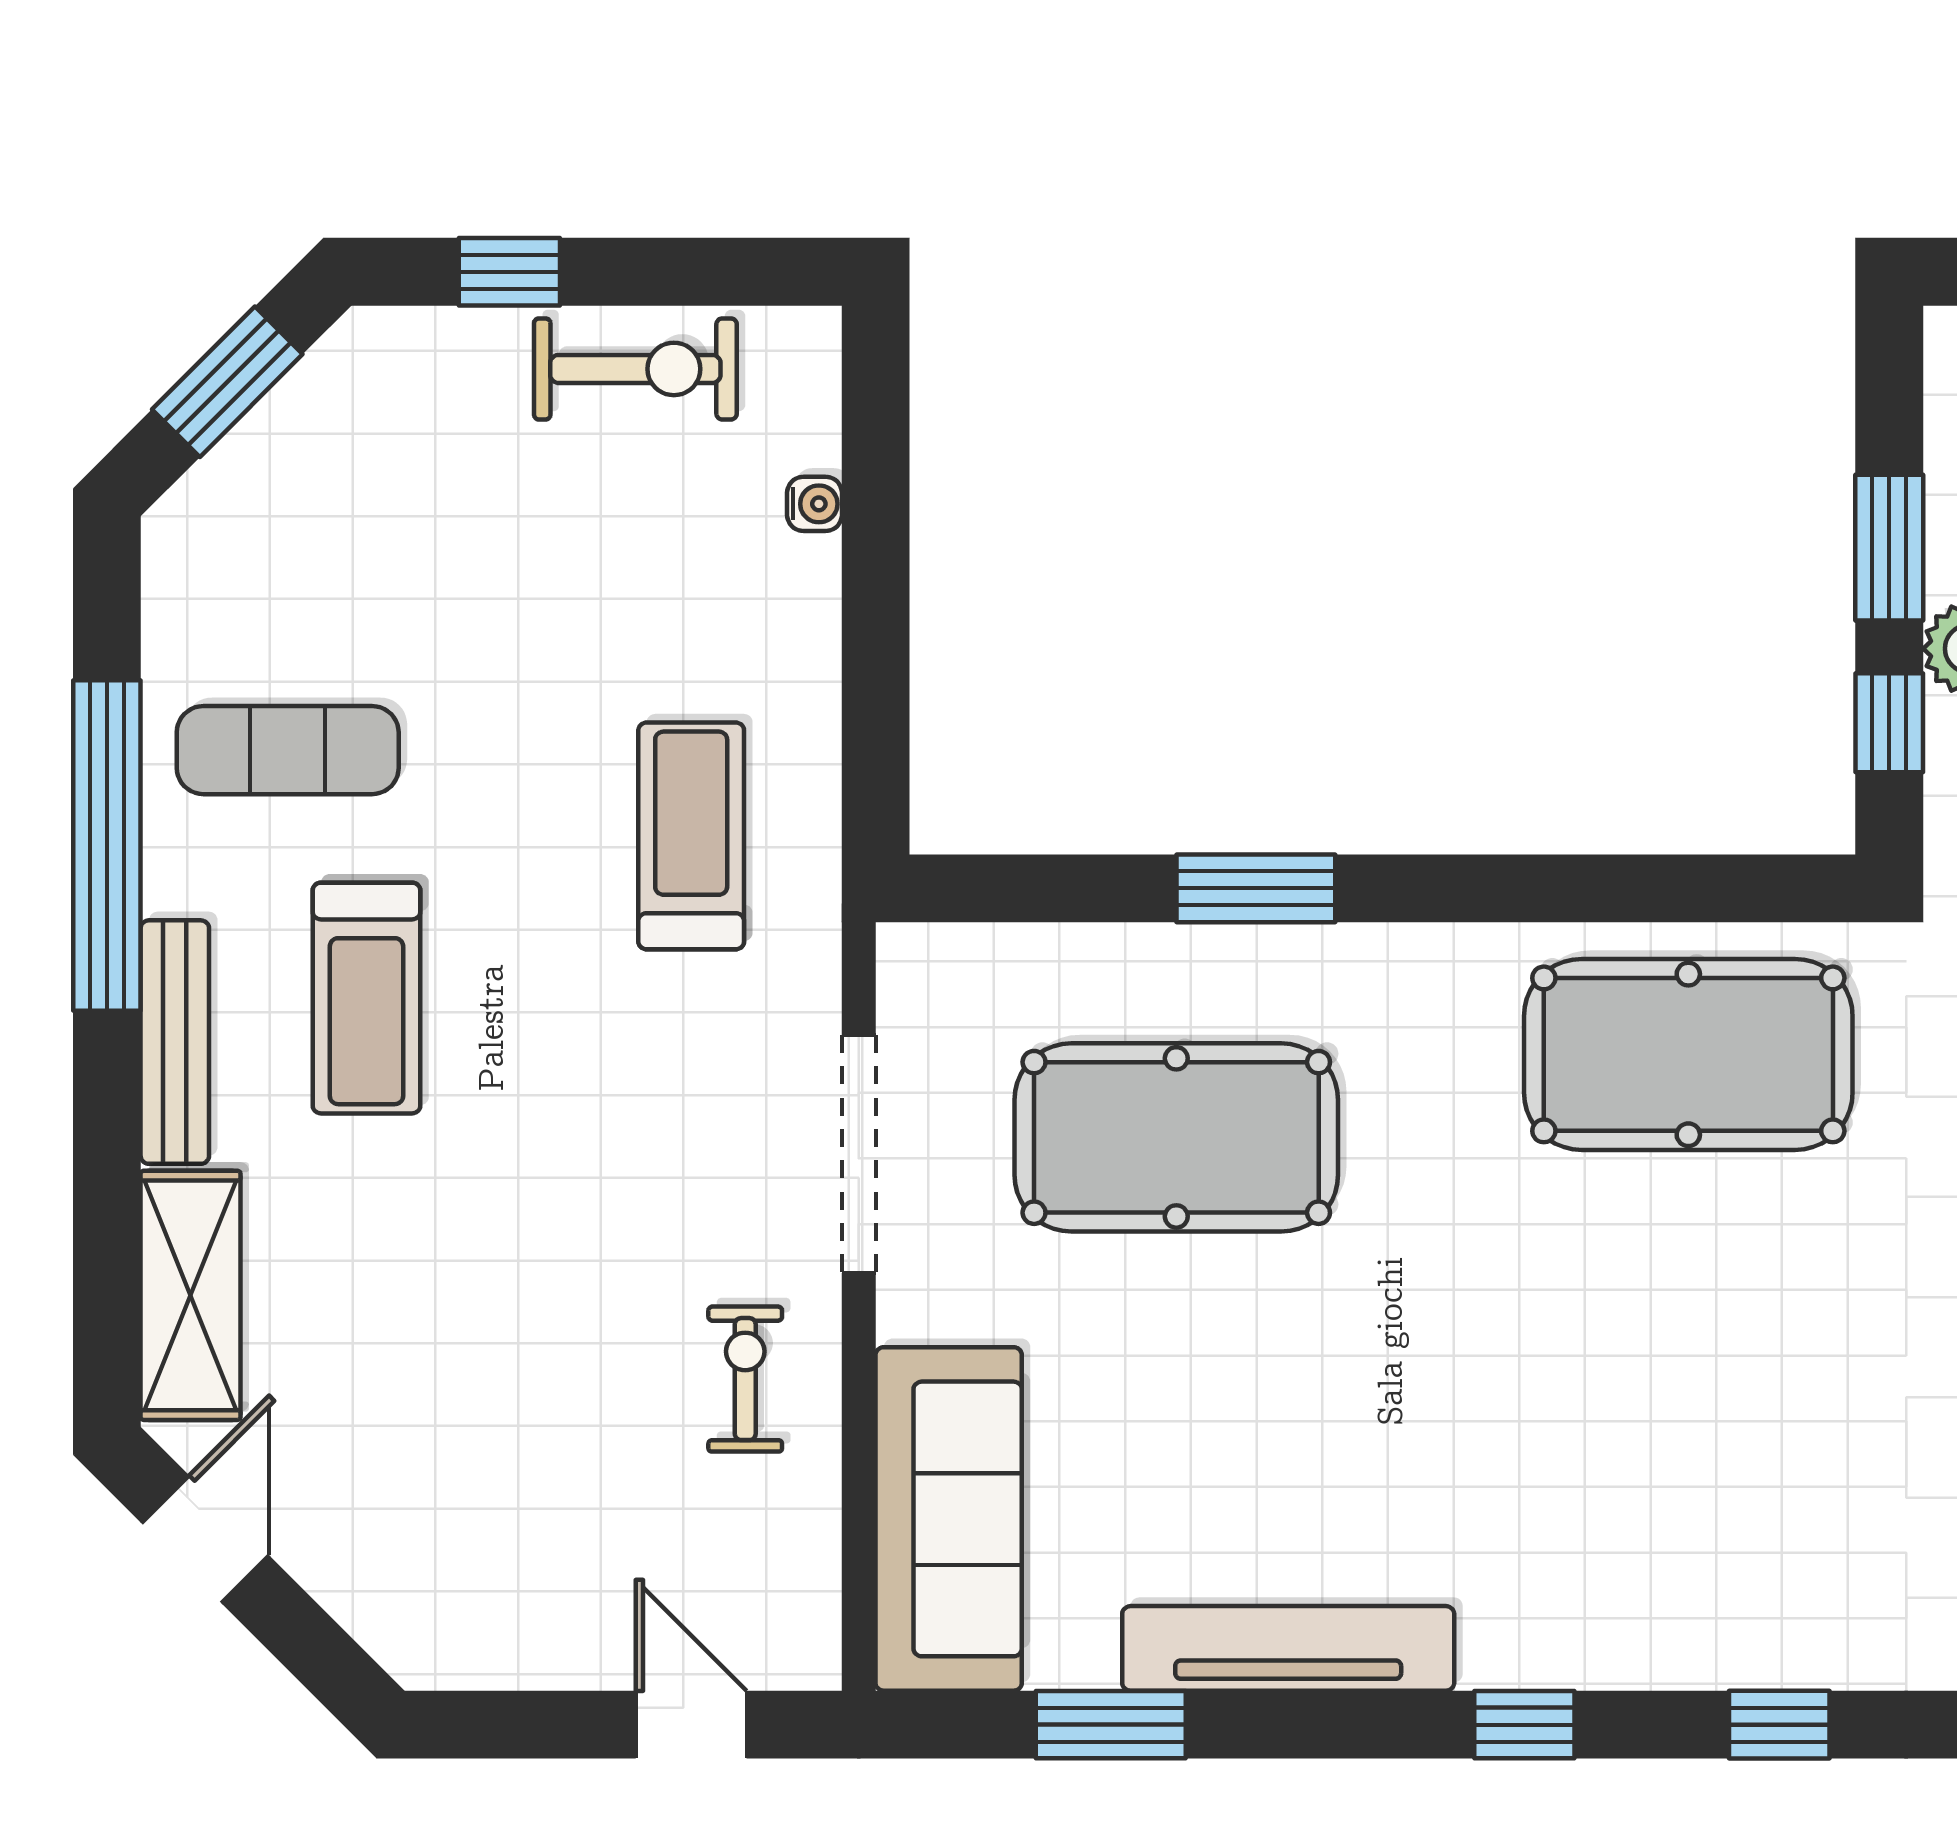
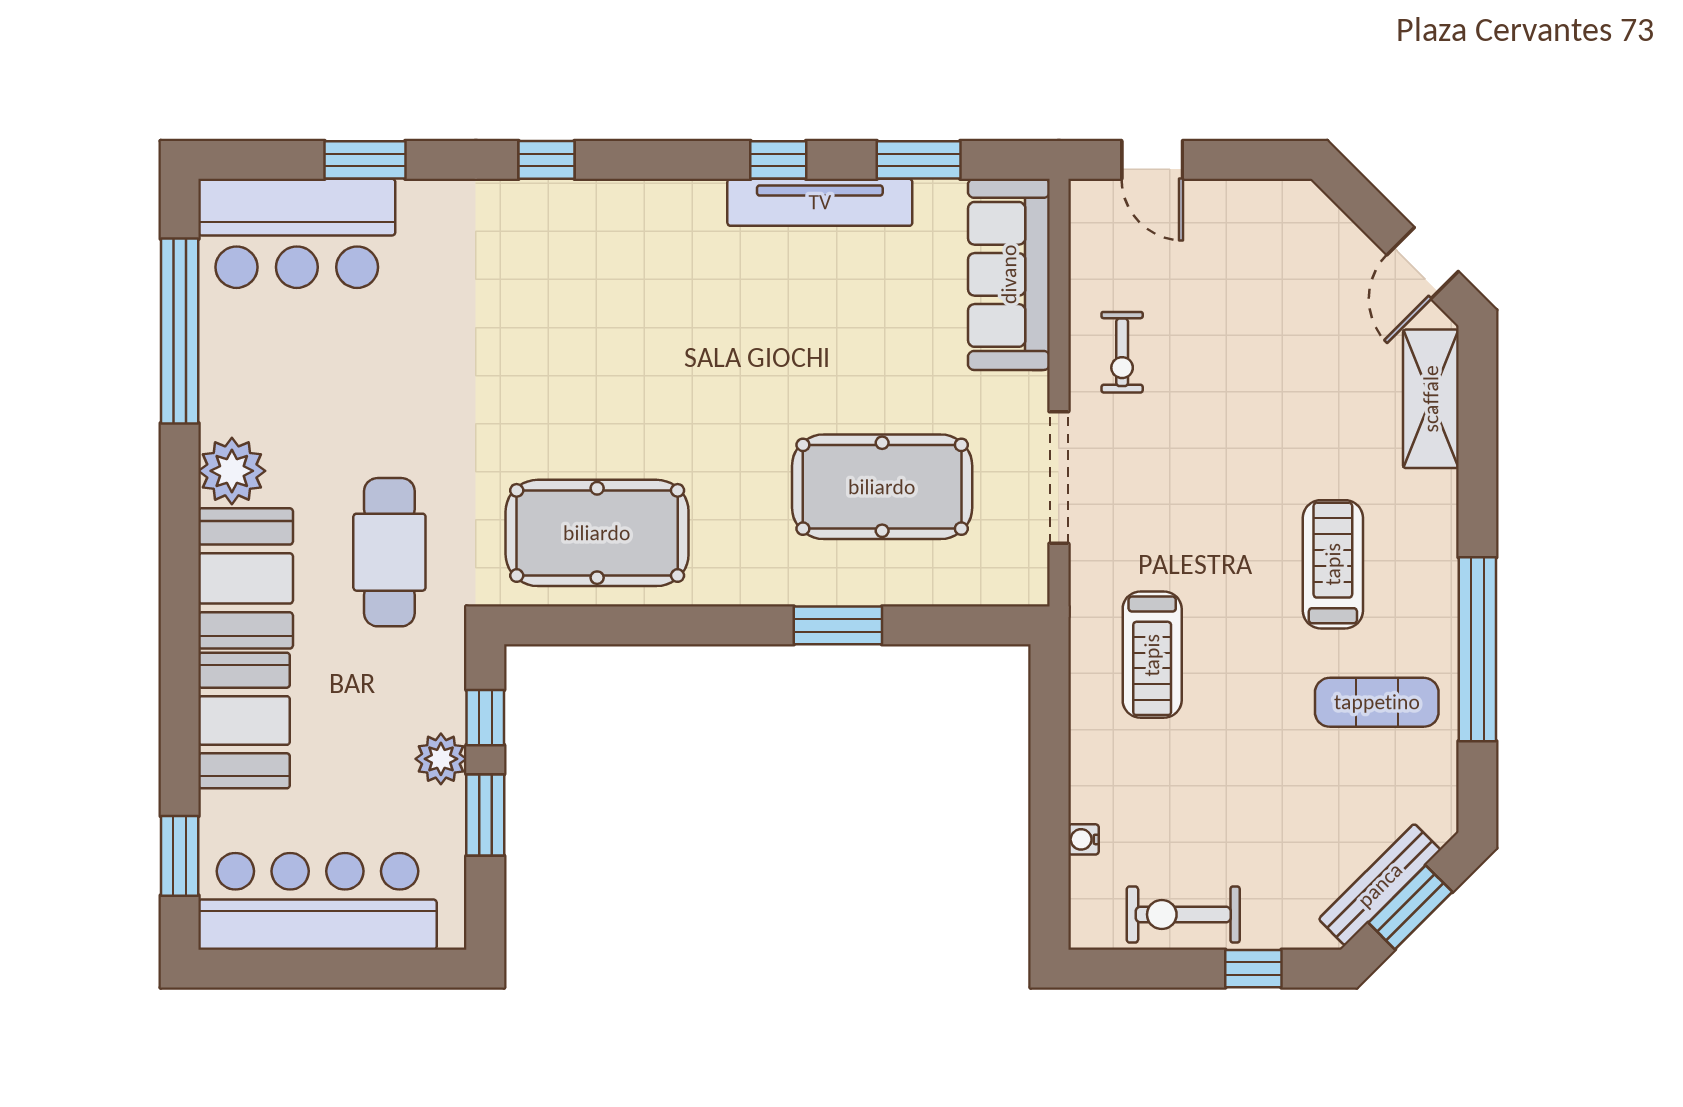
bench: (175, 1042) -> (1380, 885), moved, turned 45
window: (1524, 1725) -> (778, 160), moved

